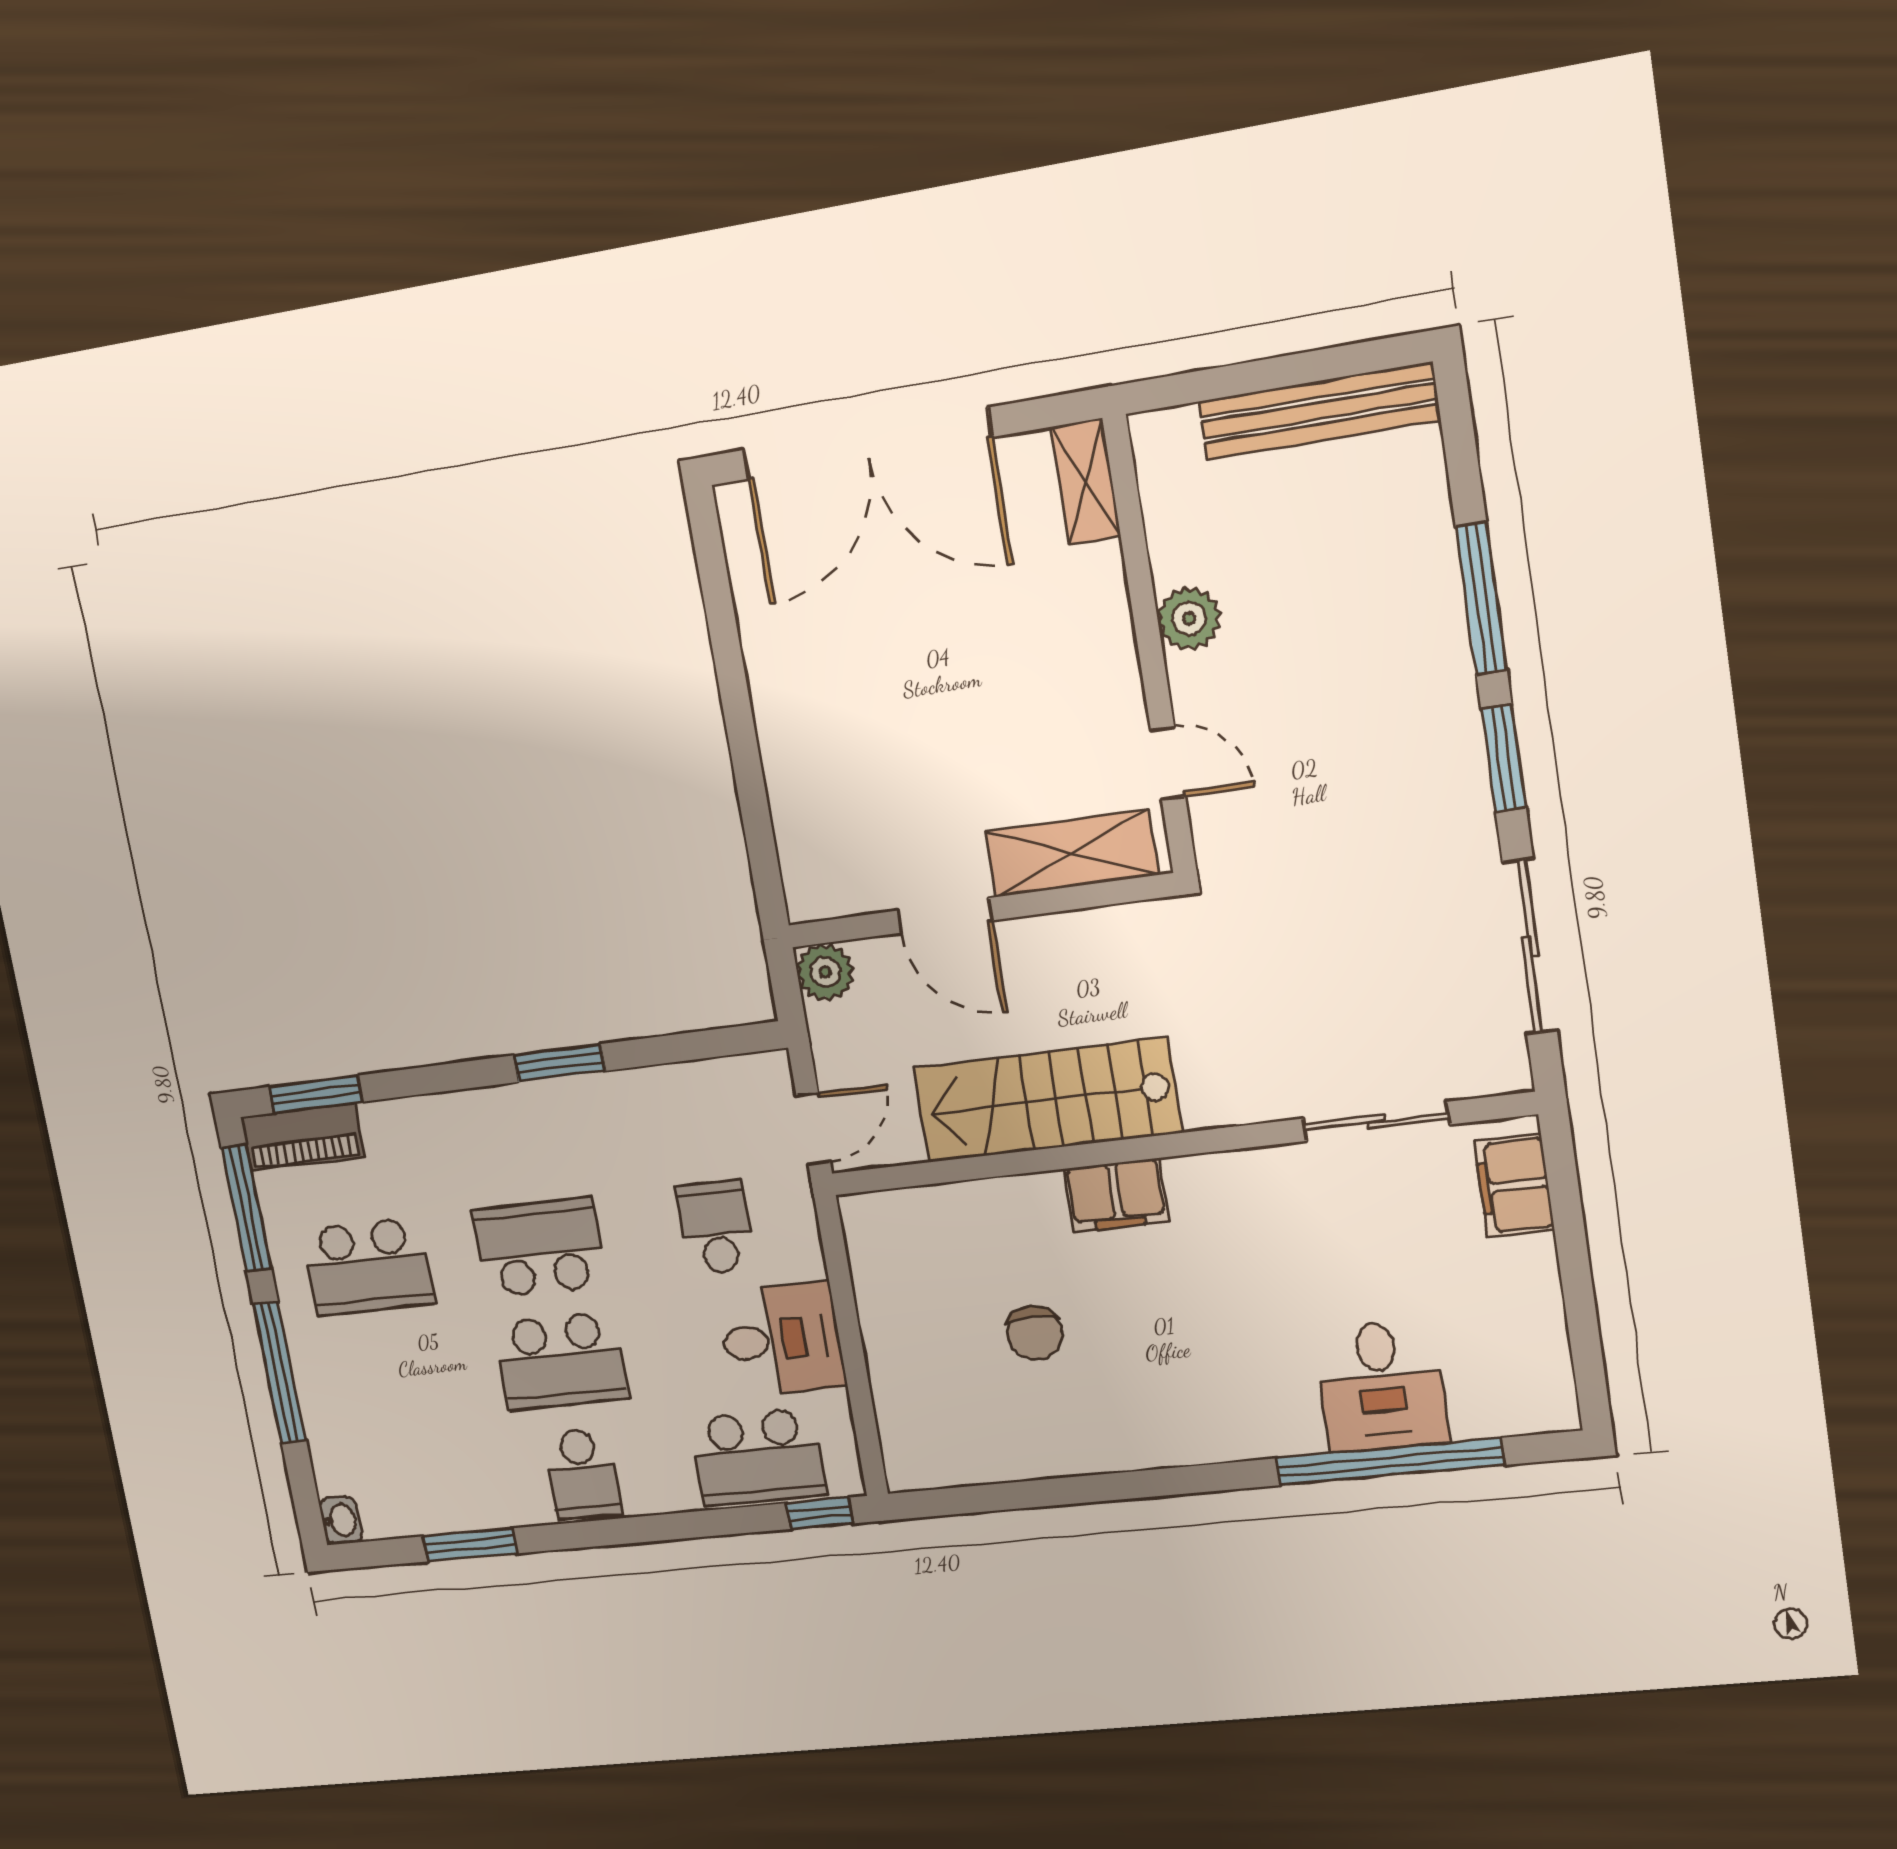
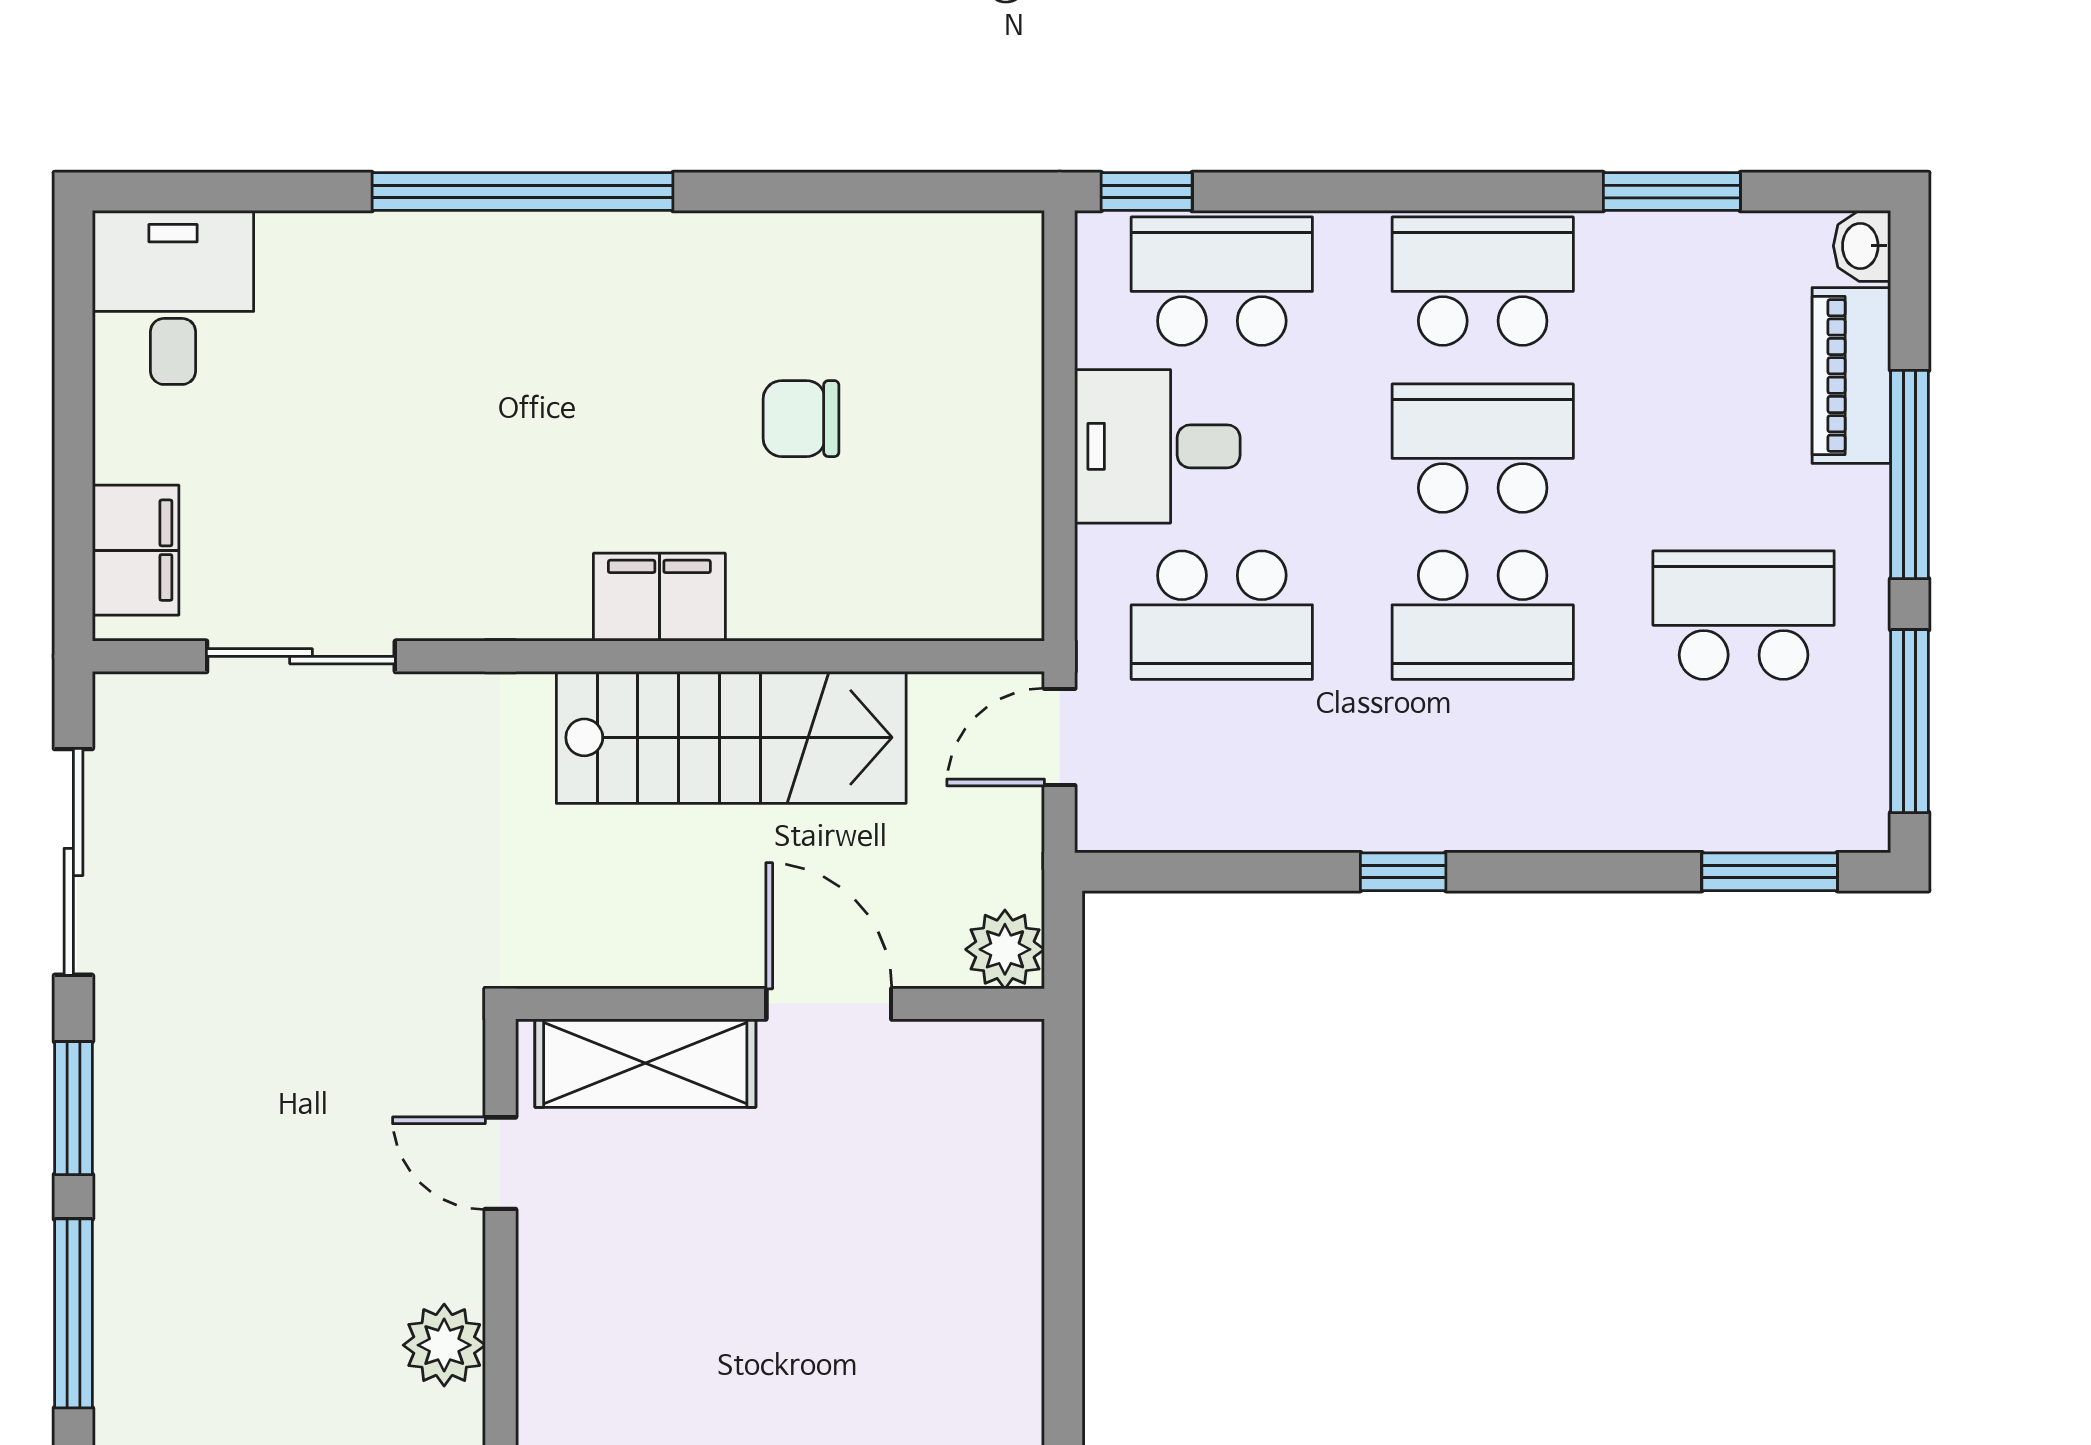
window: (559, 1063) -> (1403, 872), width x0.67
piano: (303, 1137) -> (1851, 375), moved, turned -90
school desk: (716, 1227) -> (1222, 615), width x1.85
chair: (1035, 1333) -> (801, 419), turned -90
desk: (1381, 1386) -> (173, 297), moved
window: (1390, 1462) -> (523, 192), moved
school desk: (582, 1474) -> (1483, 281), width x1.85

